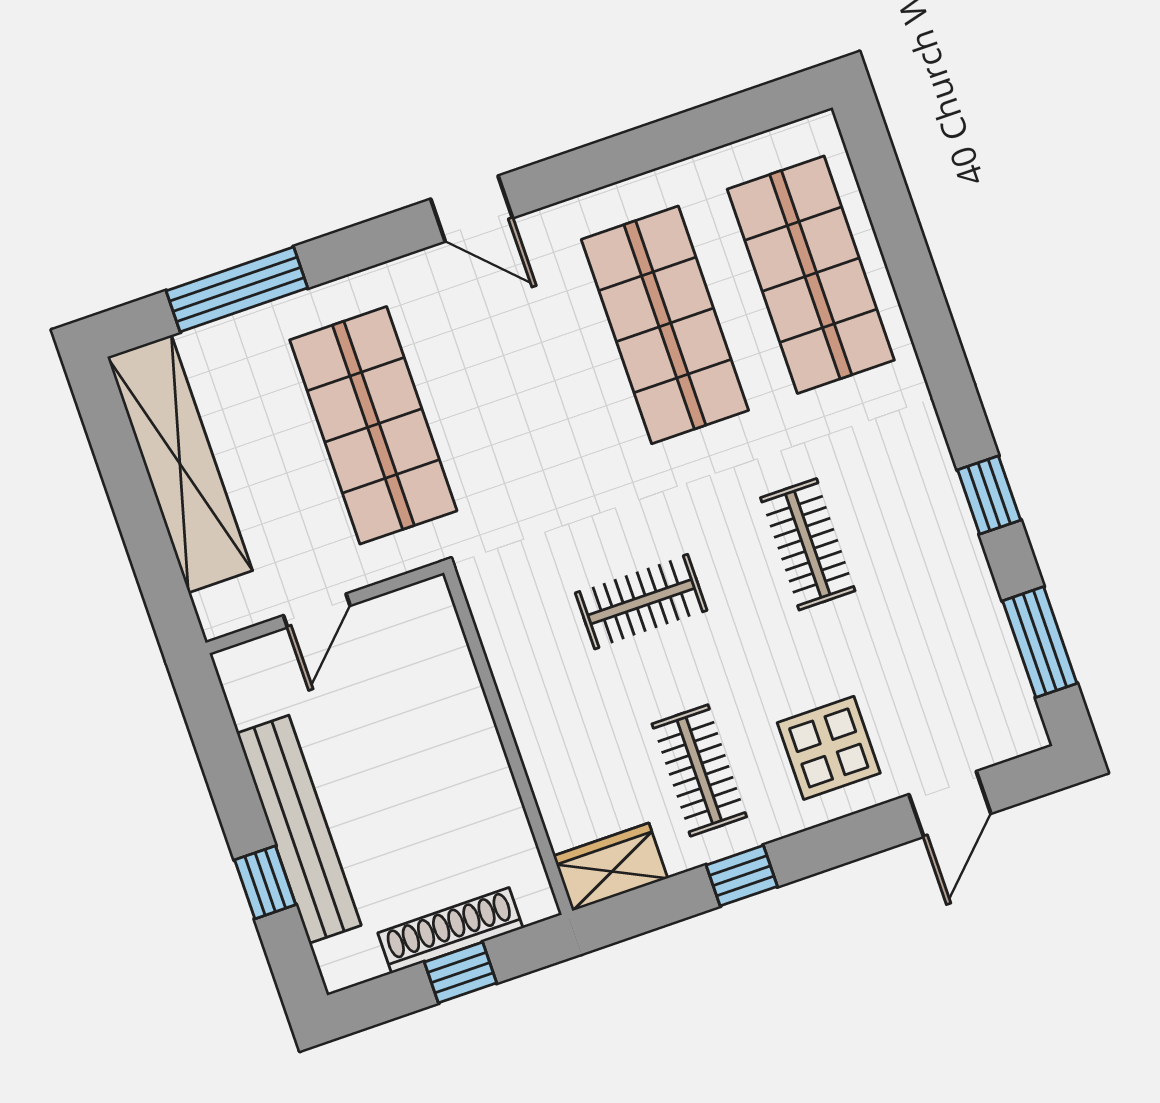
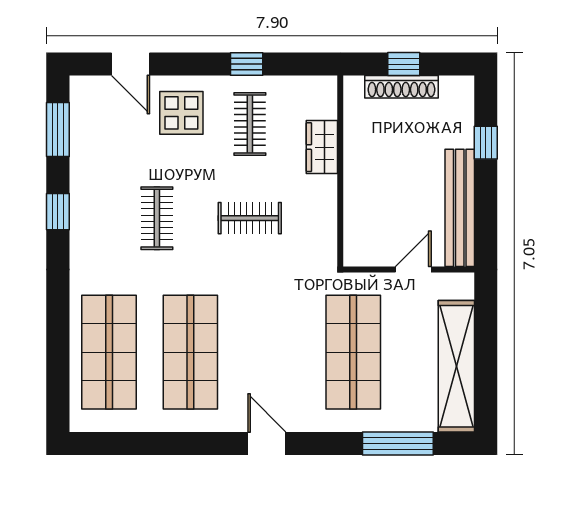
door: (950, 804) -> (130, 64), swing flipped
bench: (299, 829) -> (460, 208), moved
wardrobe: (611, 867) -> (322, 147), moved, turned 90

